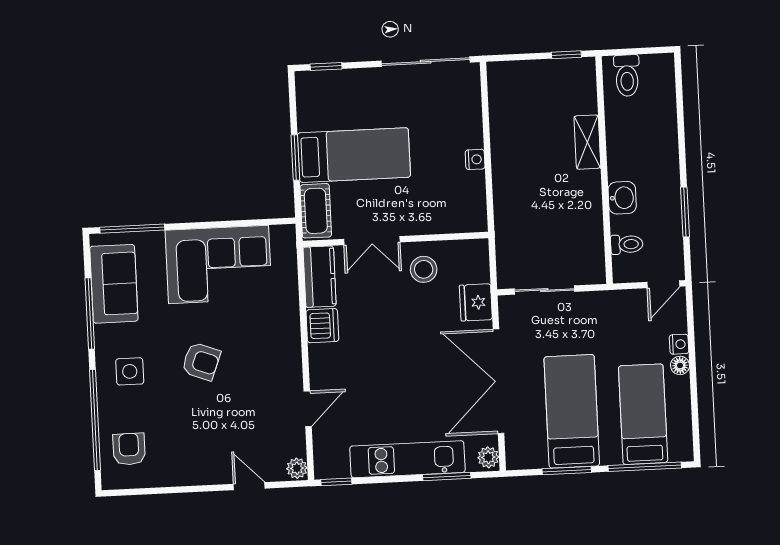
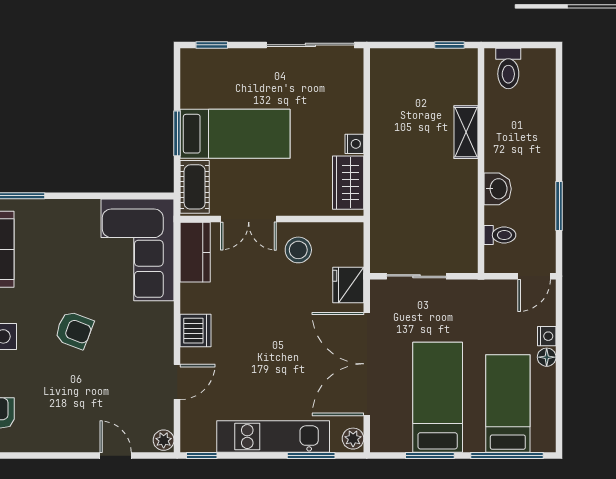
wardrobe: (471, 199) -> (348, 183), added
corner sofa: (219, 265) -> (137, 250), moved, turned 90
dishwasher: (322, 326) -> (196, 331), moved

